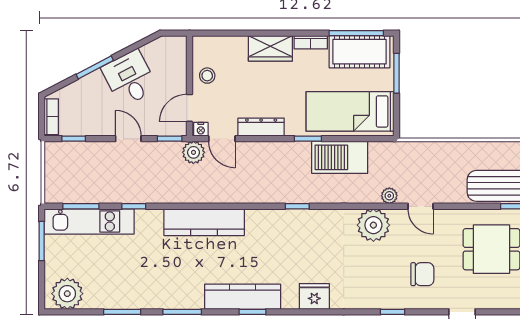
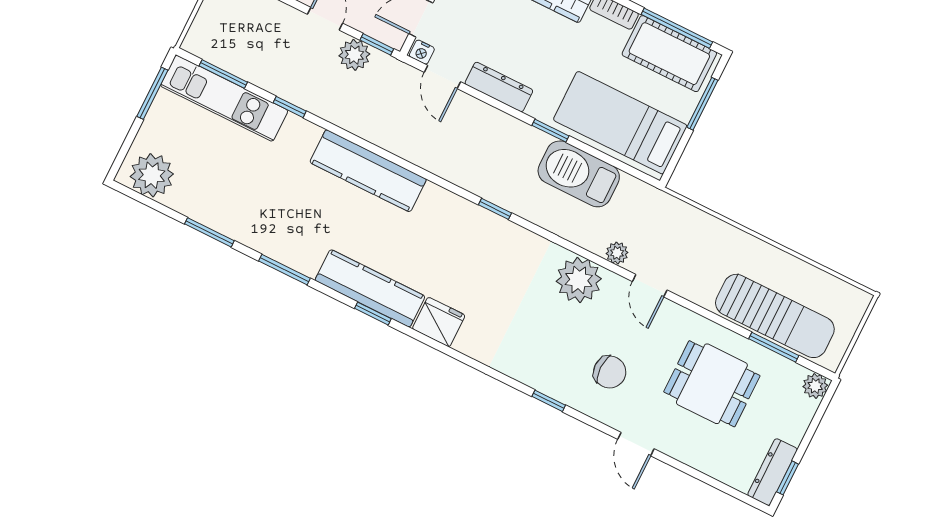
plant: (193, 152) -> (354, 55), moved
fridge: (314, 296) -> (439, 322), moved

